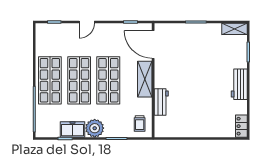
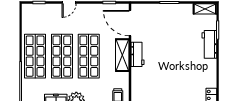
workbench: (239, 84) -> (209, 44), moved
workbench: (161, 102) -> (137, 54), moved

